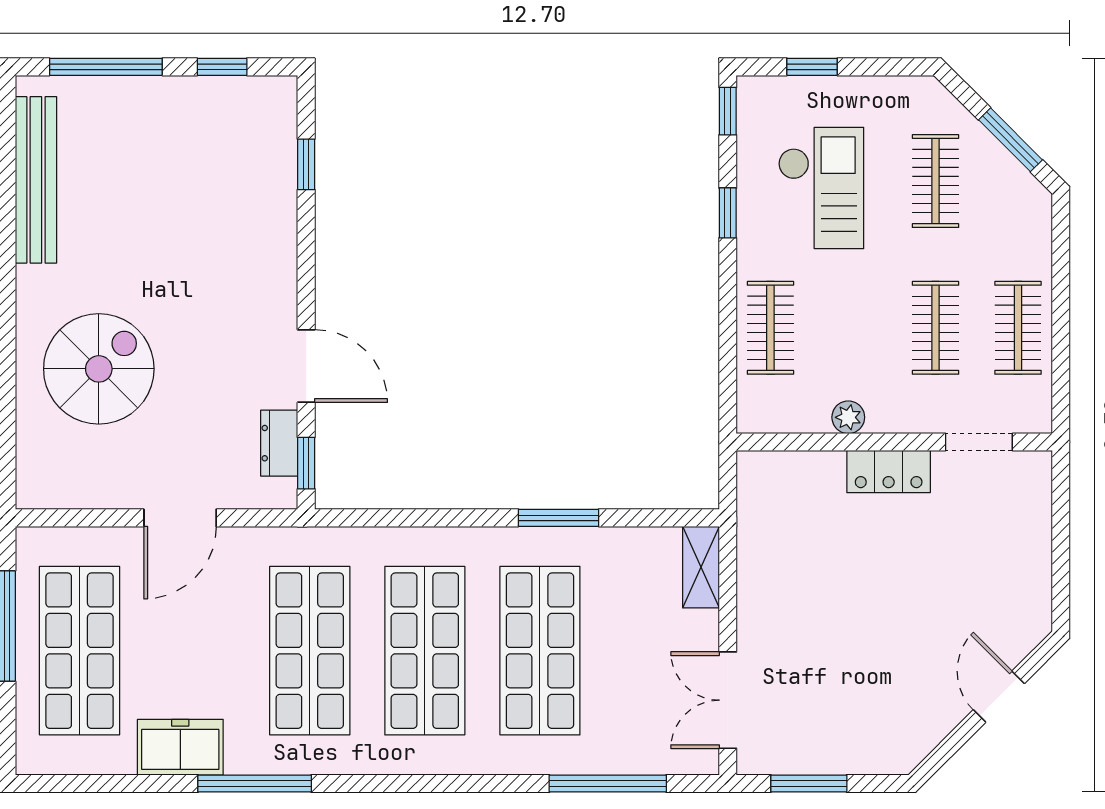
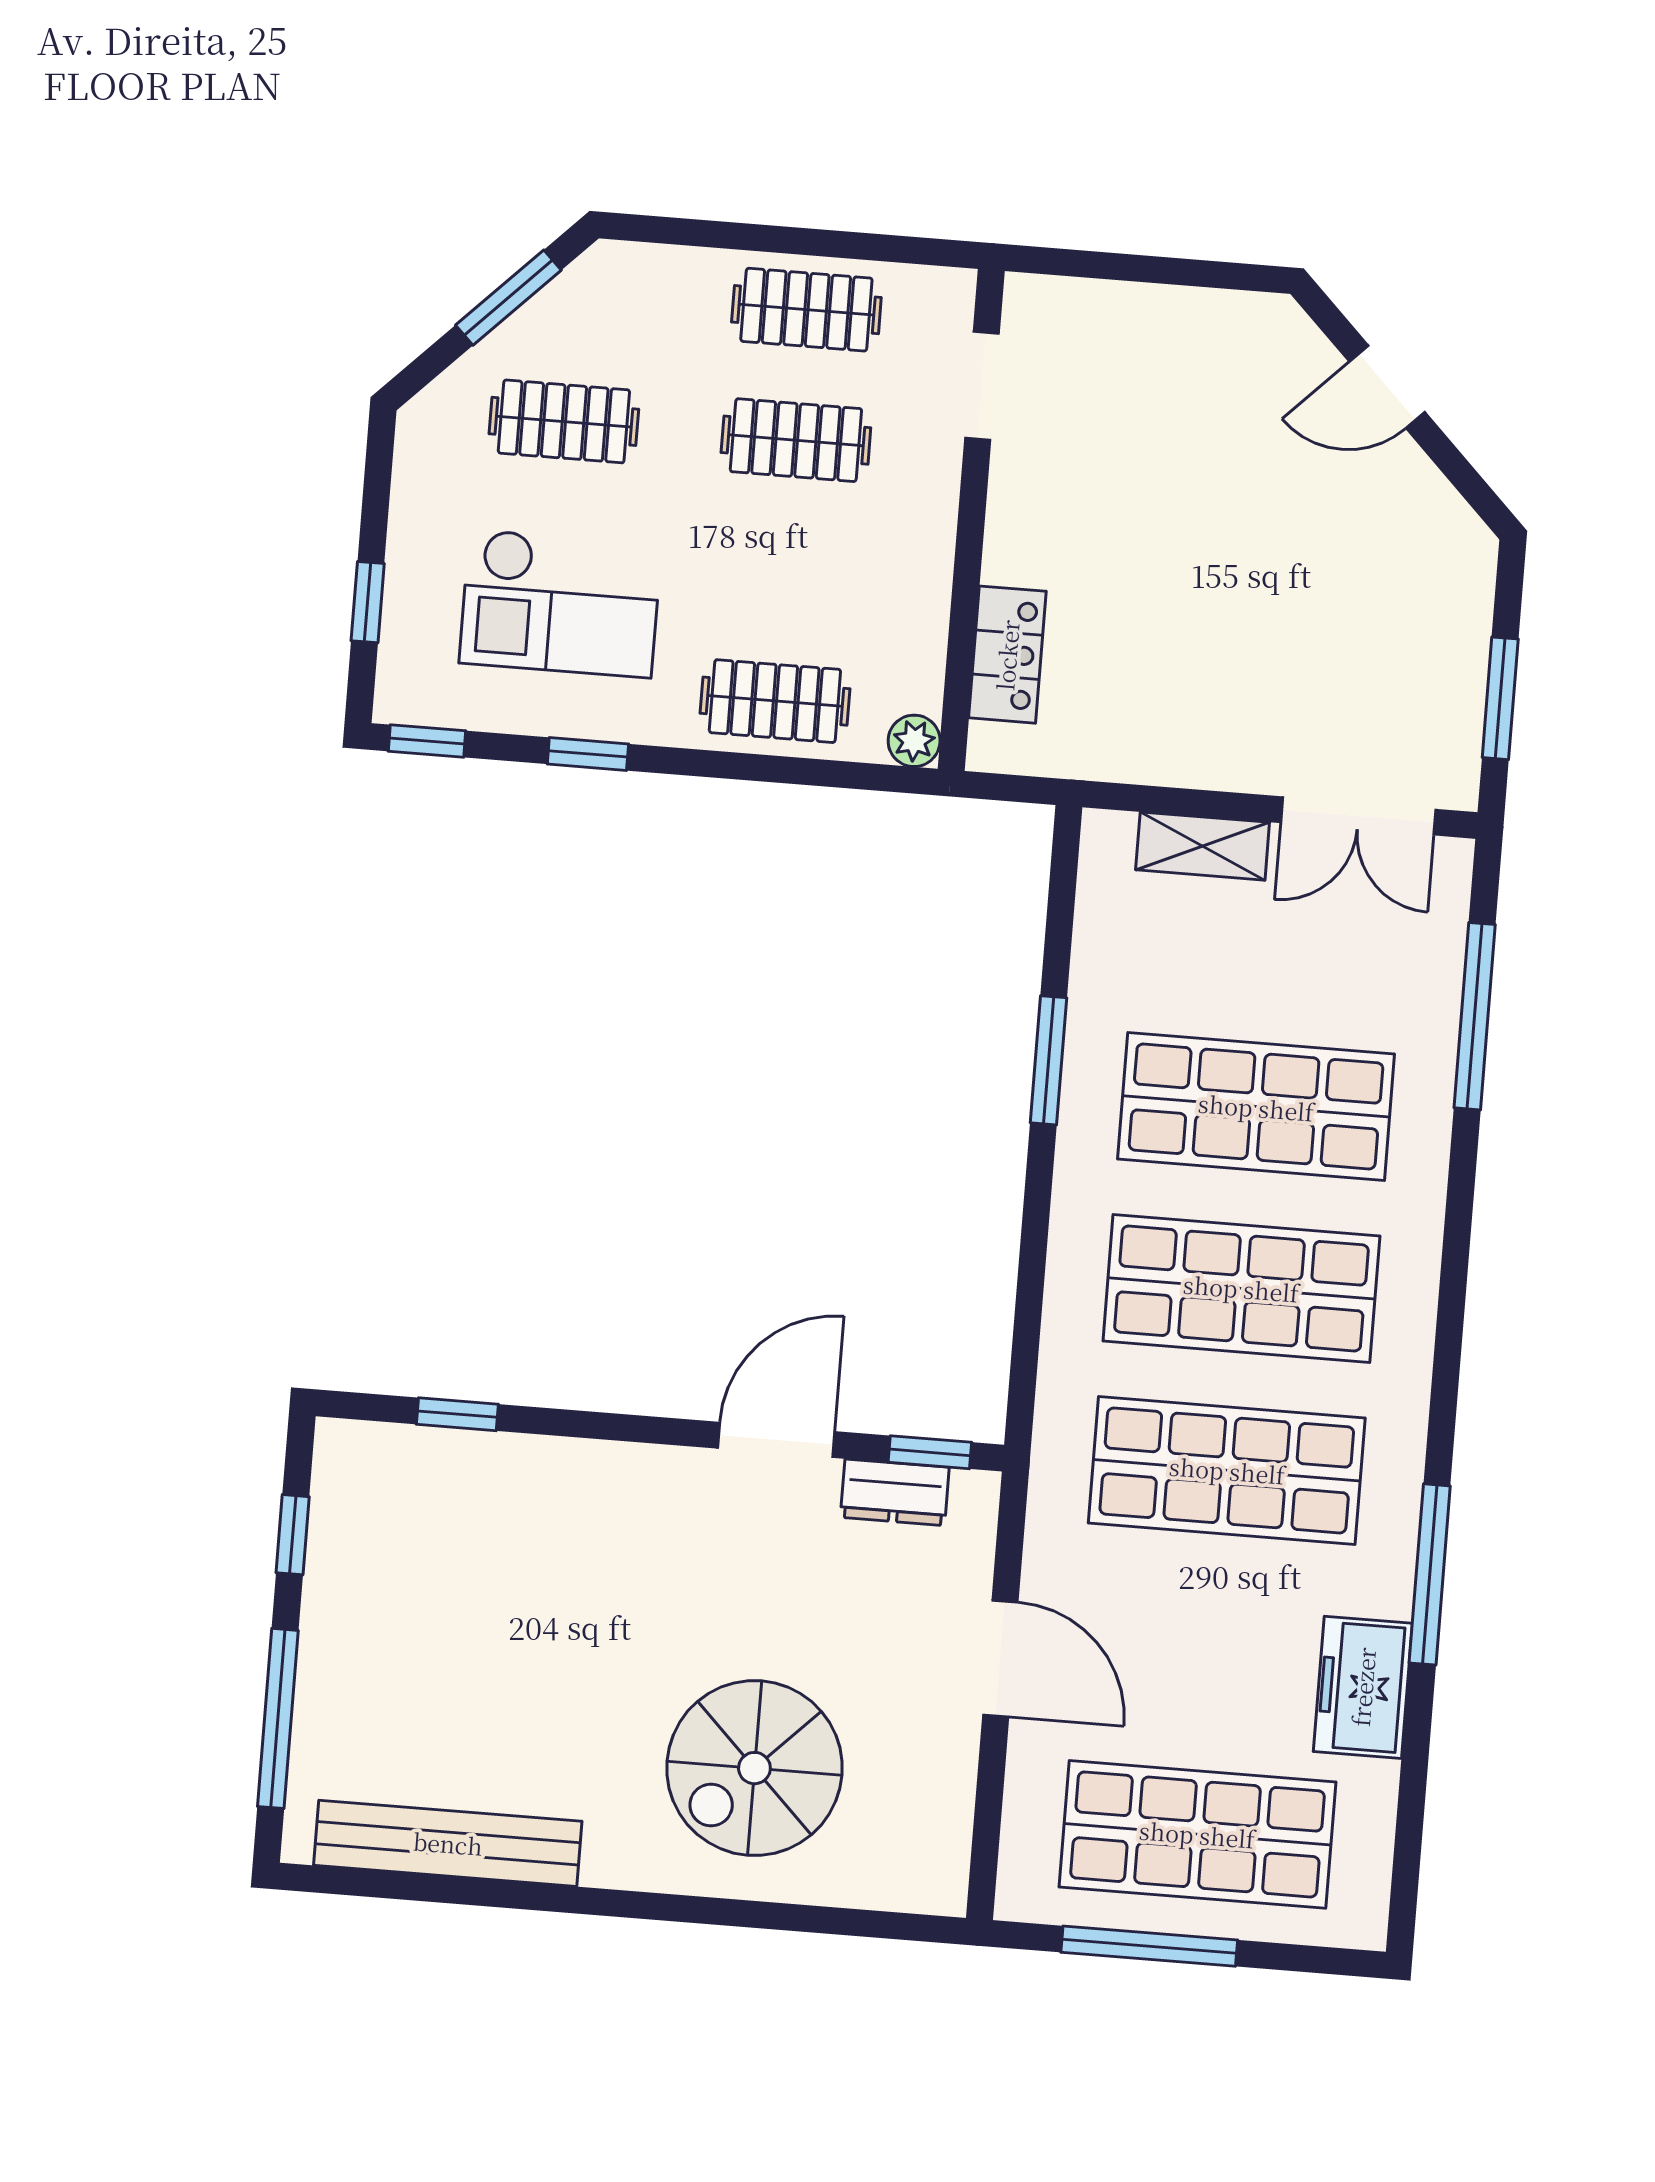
checkout: (821, 188) -> (560, 603), turned 180
spiral stairs: (99, 369) -> (754, 1768), turned -90
plant: (848, 417) -> (914, 741), moved
locker: (889, 472) -> (1007, 655), moved
shelving: (701, 567) -> (1203, 846), moved

